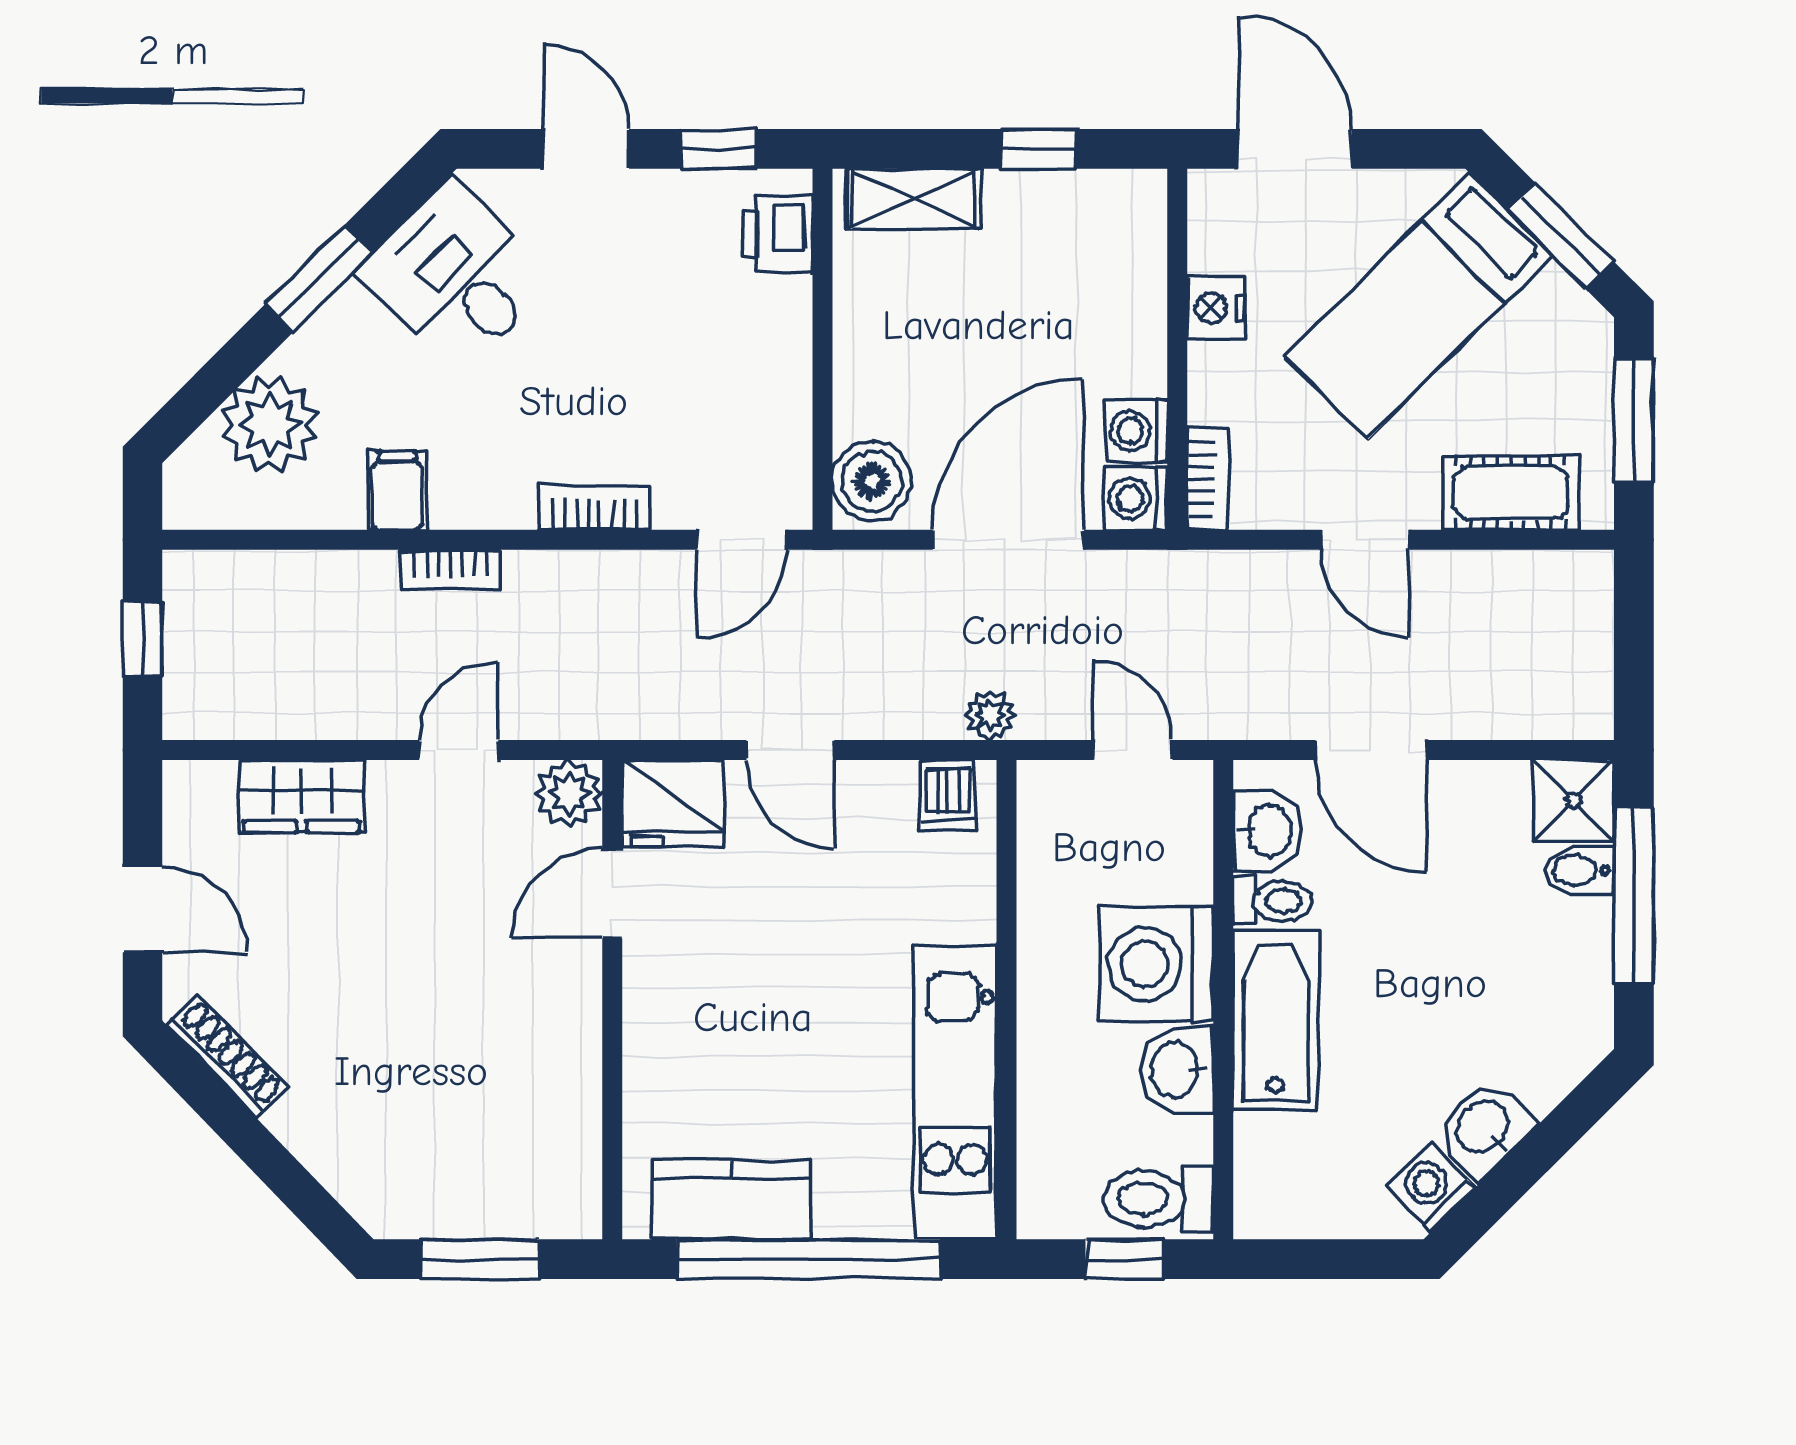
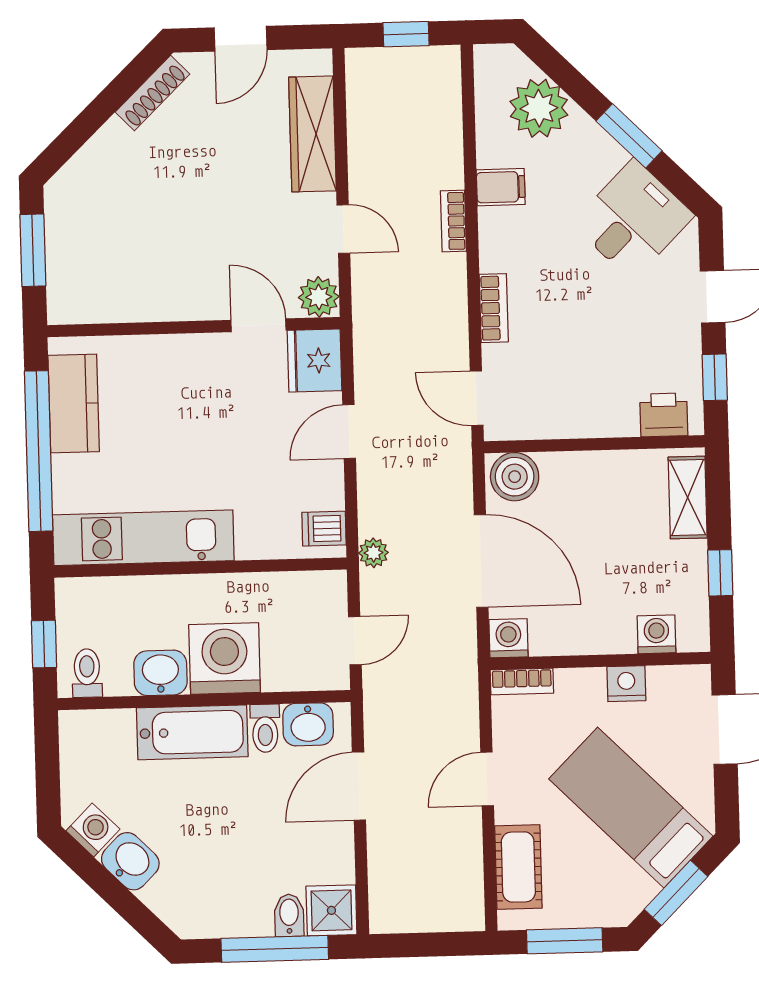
washing machine: (1136, 431) -> (656, 634), moved
wardrobe: (302, 796) -> (313, 134), width x1.50
toilet: (1159, 1199) -> (87, 673), width x0.73, depth x0.72

